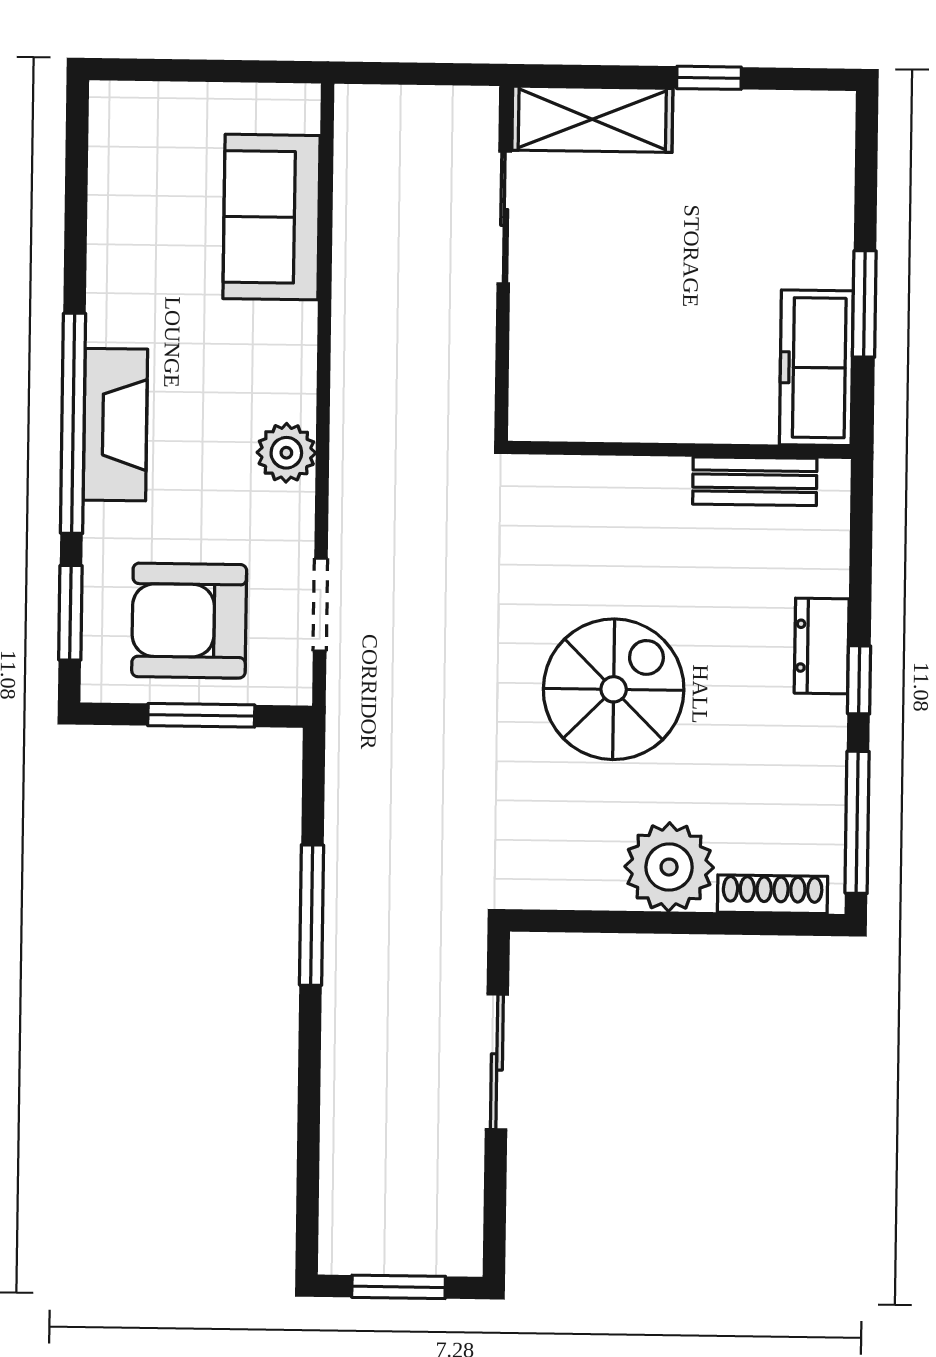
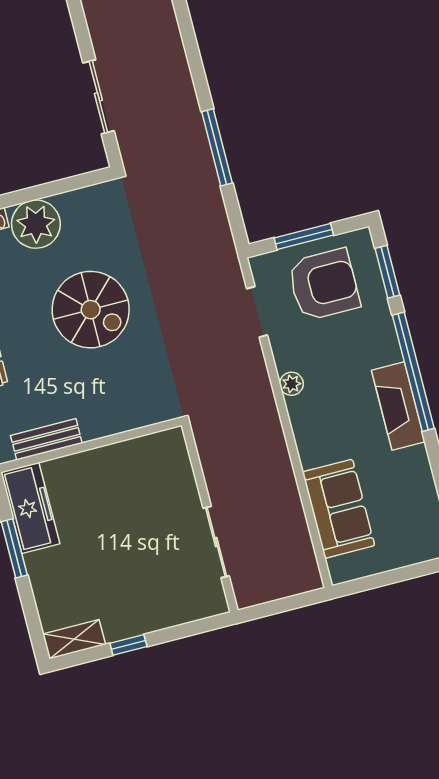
shelving: (592, 119) -> (74, 639), moved, width x0.67, depth x0.75
fireplace: (115, 425) -> (398, 406), moved
plant: (286, 453) -> (291, 384), width x0.73, depth x0.73
spiral stairs: (614, 689) -> (91, 310), turned -90

